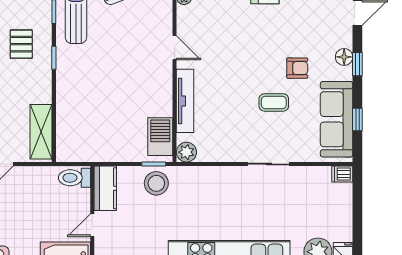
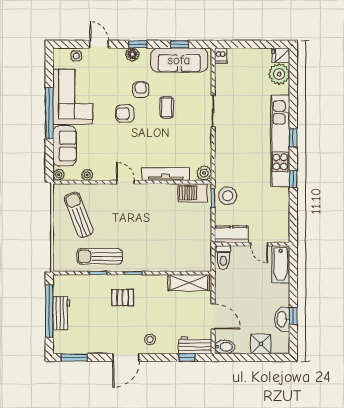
armchair: (265, 47) -> (125, 114), added
door: (175, 48) -> (125, 182), hinge flipped

